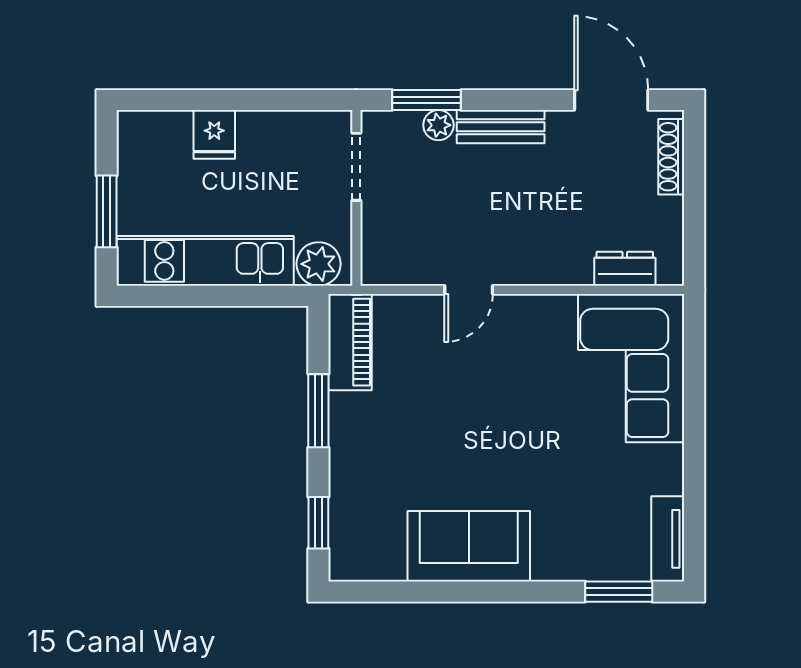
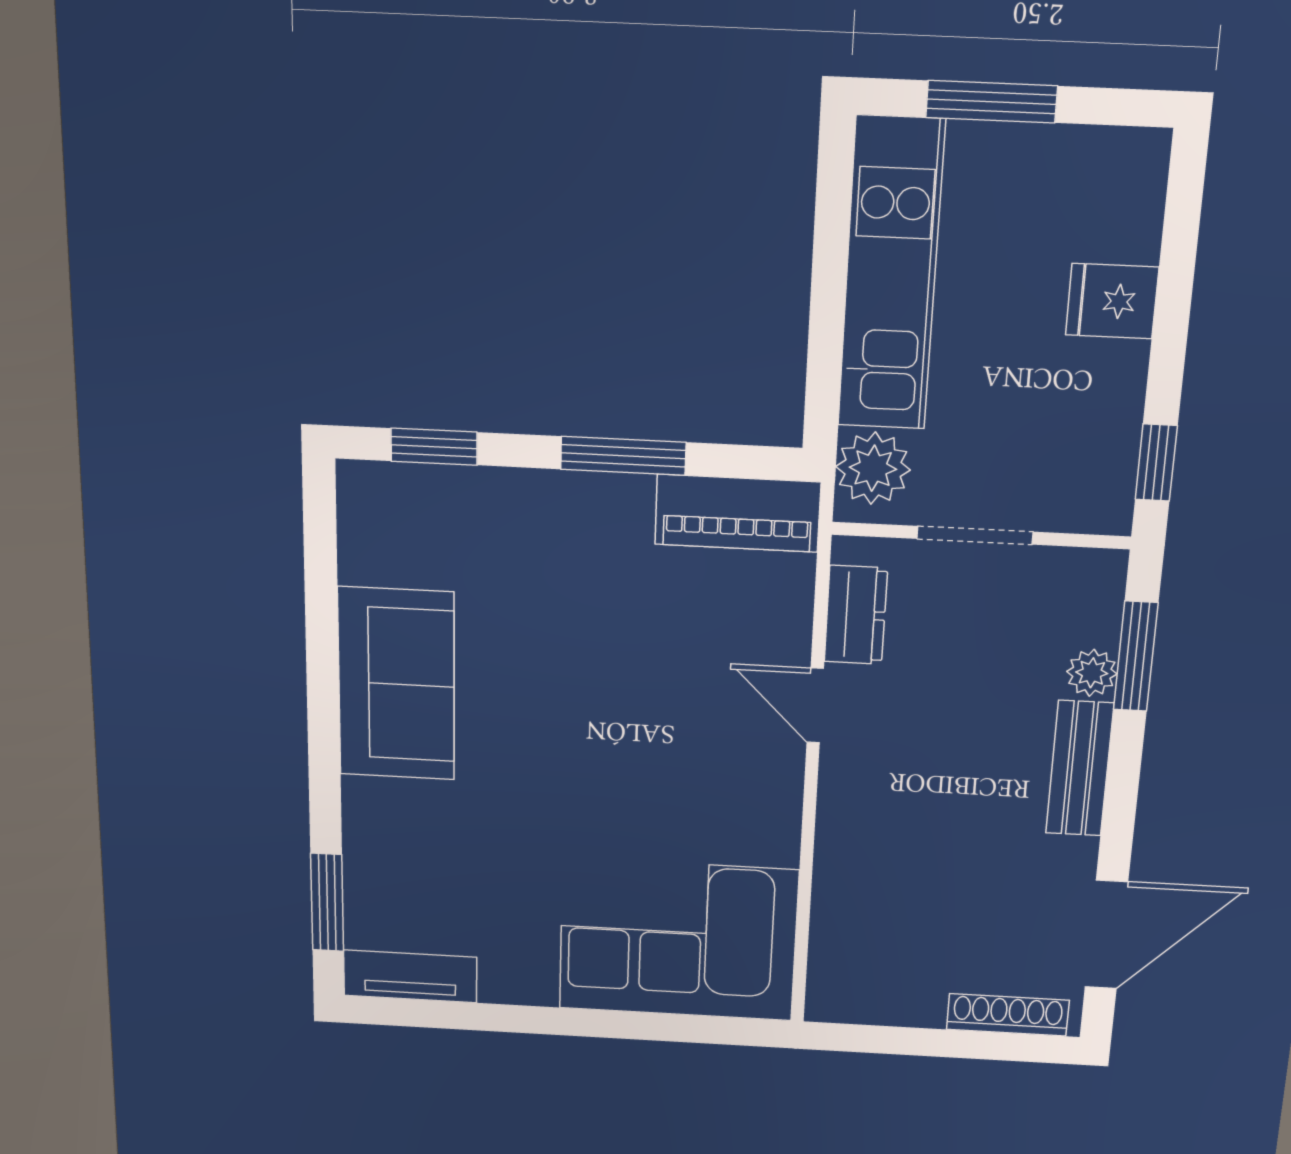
window: (307, 100) -> (1156, 463), added
doorway: (356, 167) -> (975, 535), moved
dresser: (625, 269) -> (856, 615), moved

